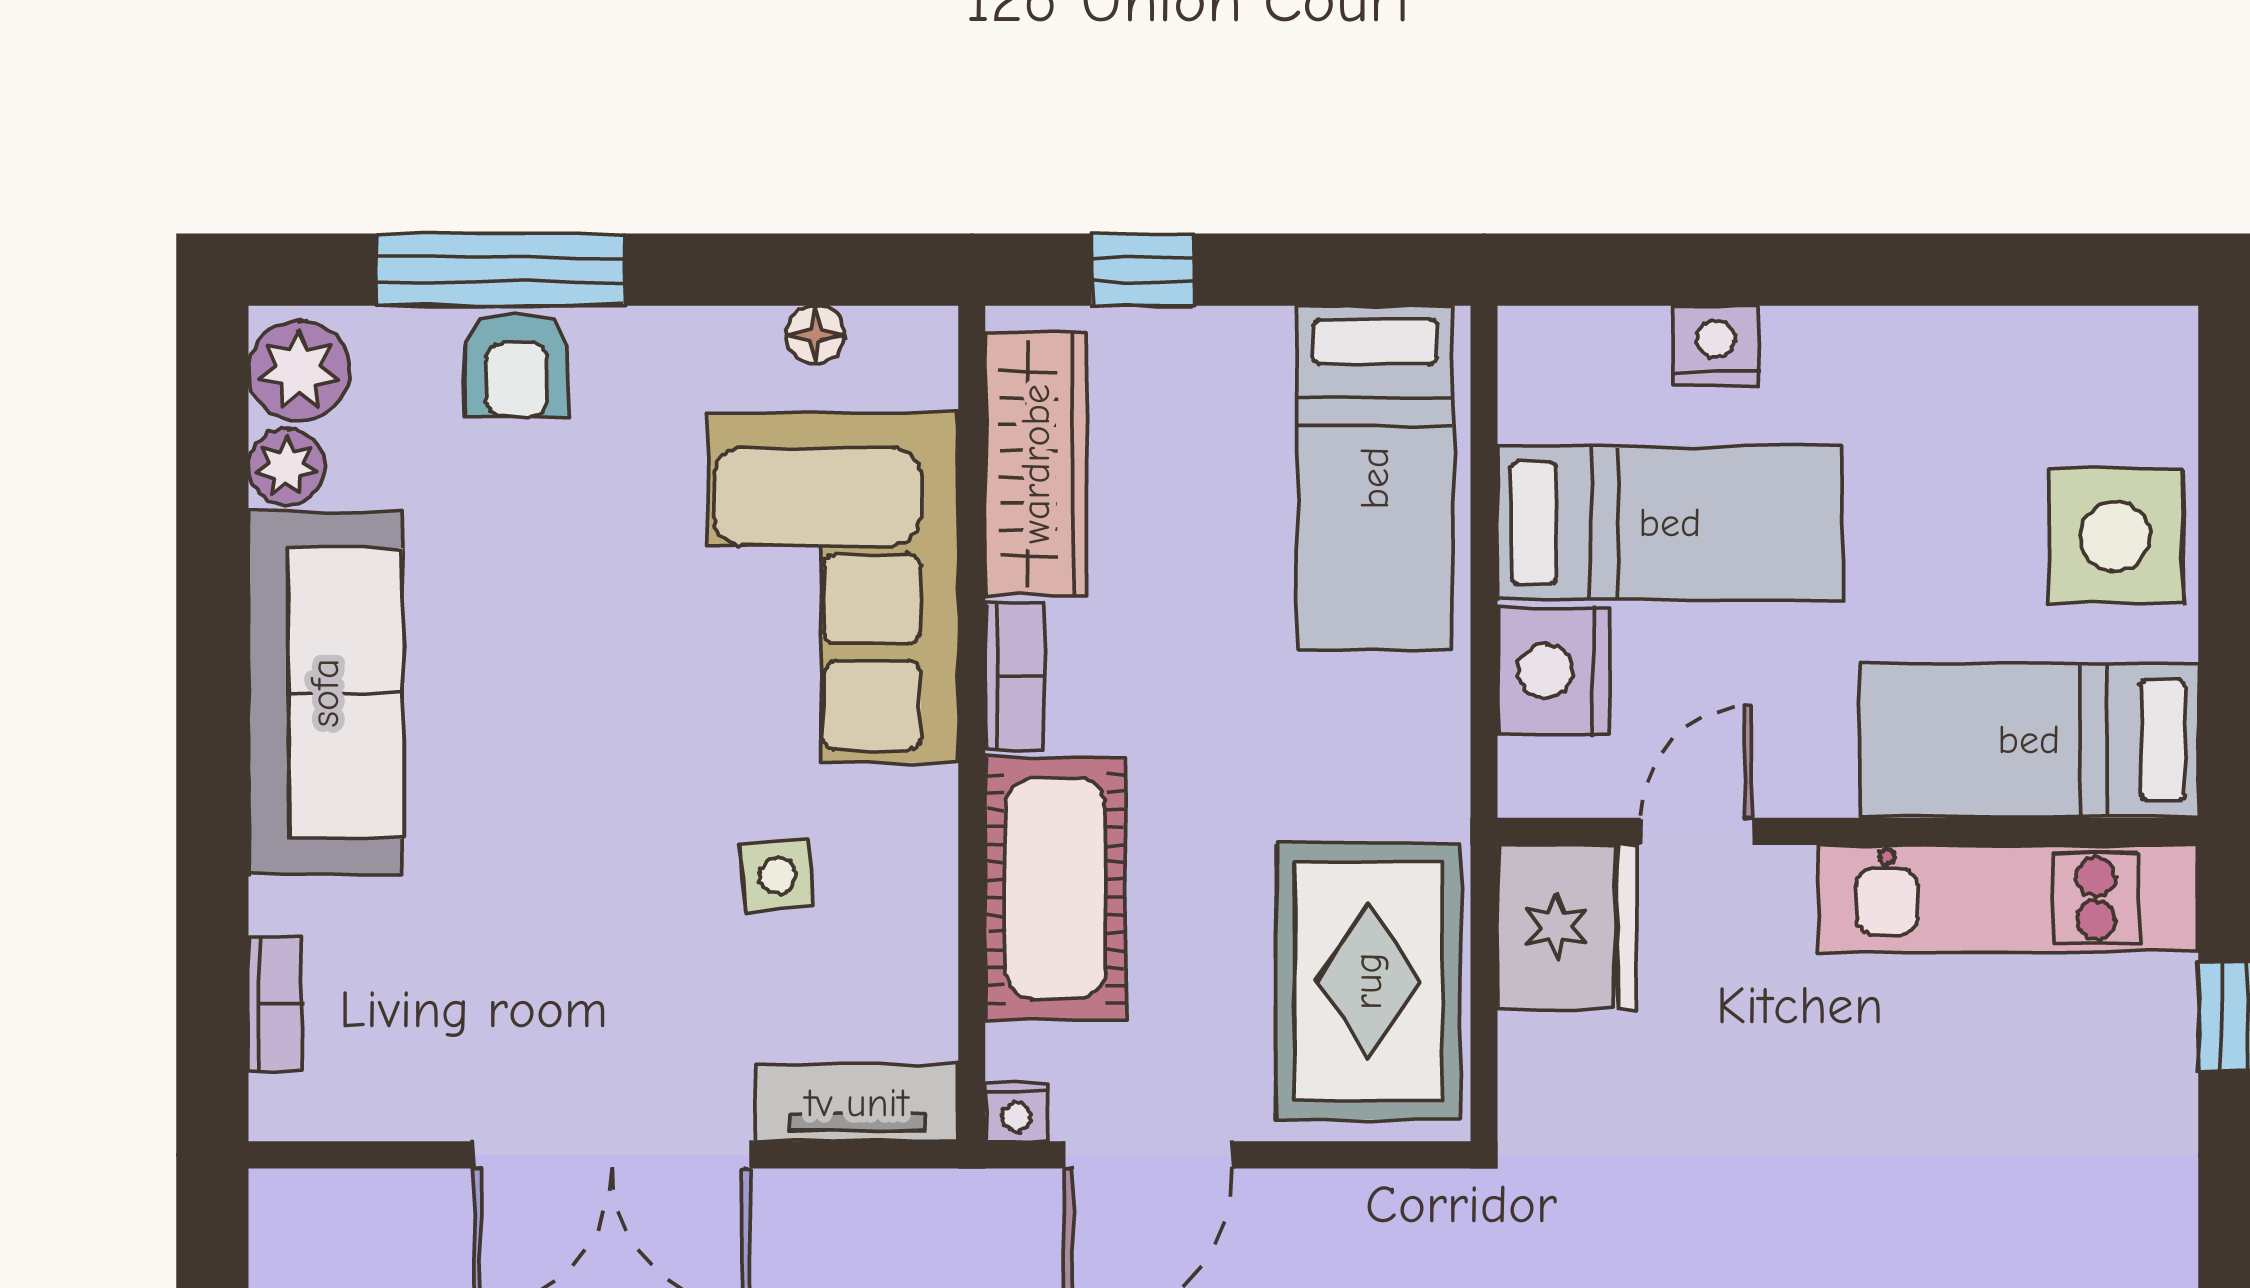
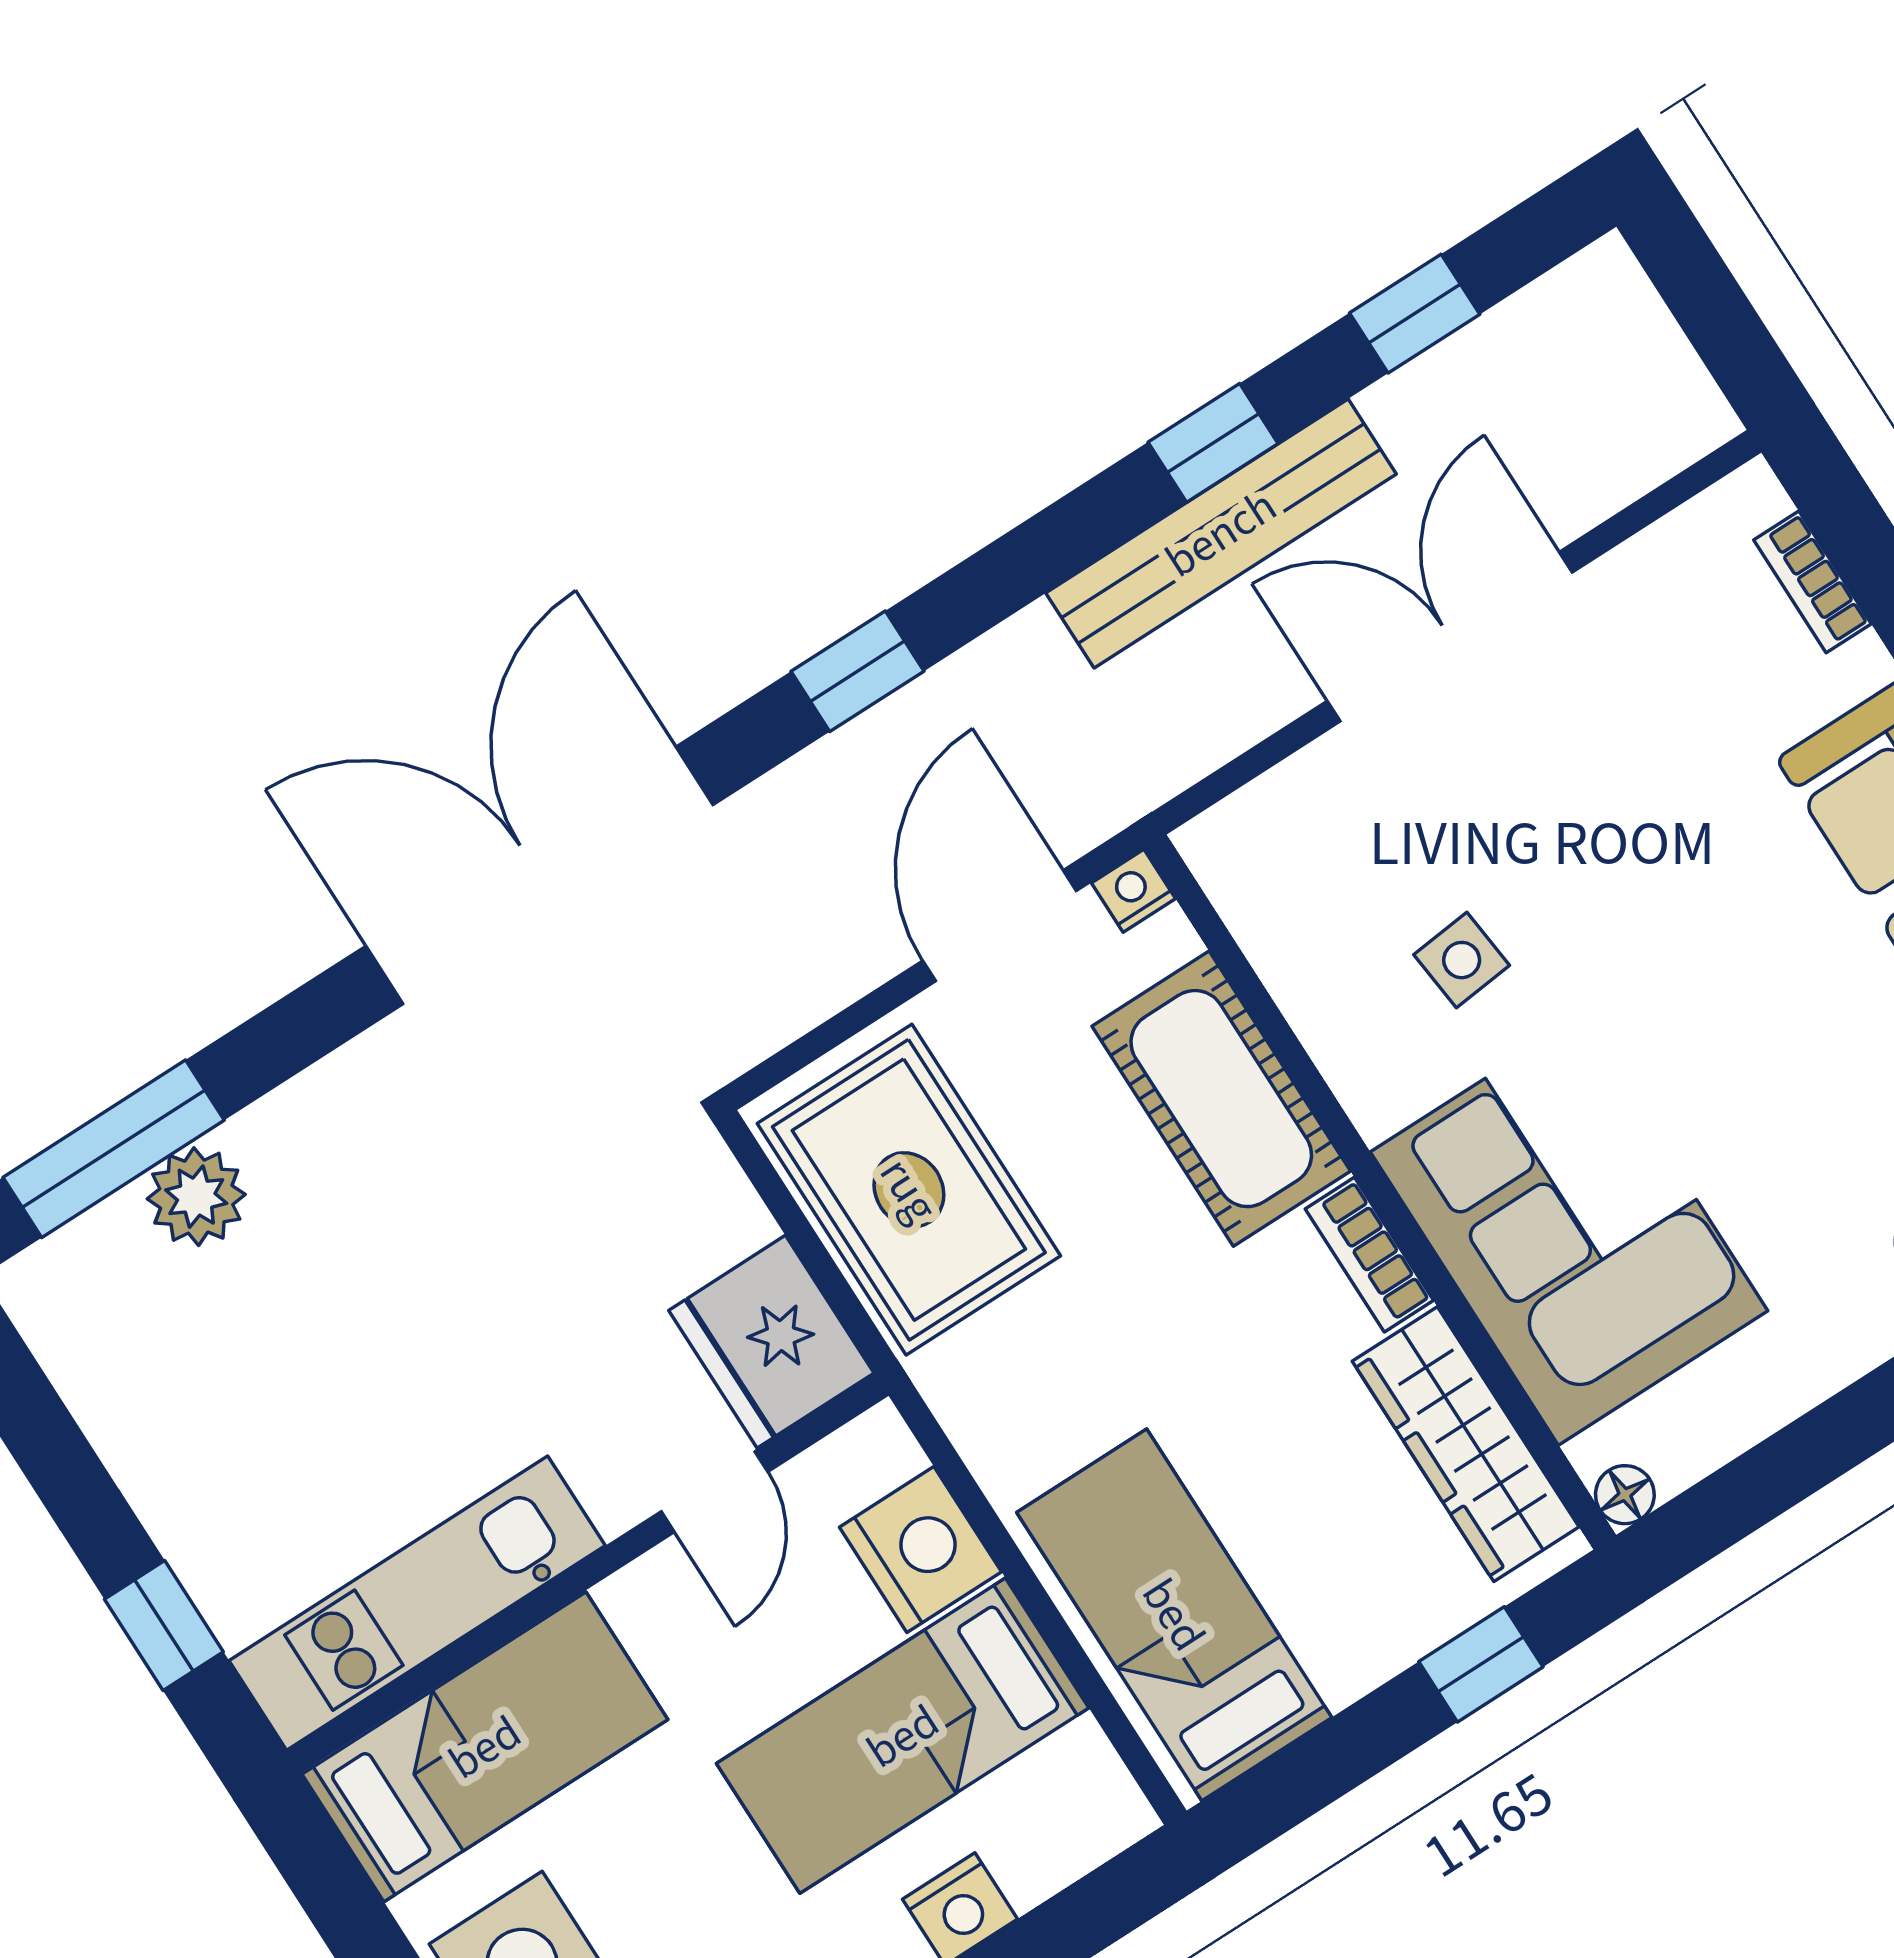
floor lamp: (816, 335) -> (1625, 1495), moved
tv unit: (857, 1103) -> (1272, 812), removed

